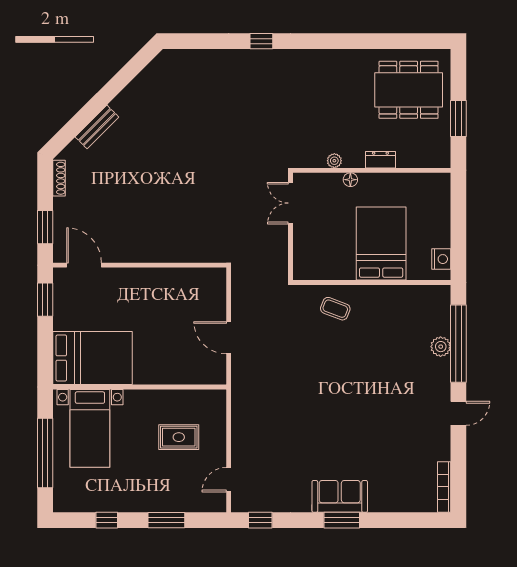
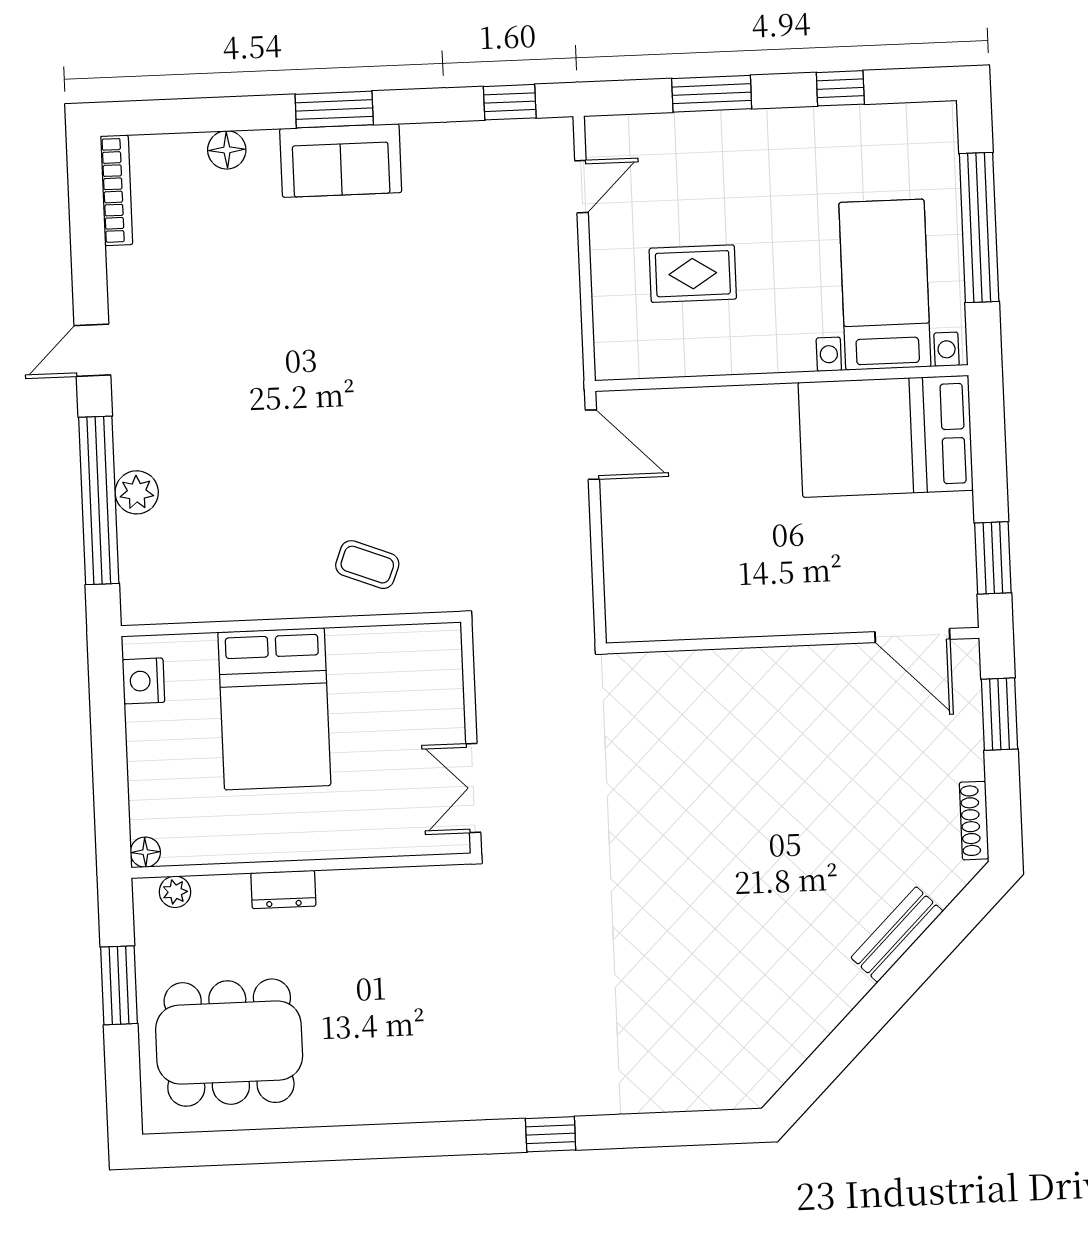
plant: (334, 161) -> (175, 892), moved
floor lamp: (350, 180) -> (145, 852), moved
double door: (291, 203) -> (473, 788), swing flipped
door: (229, 338) -> (592, 445), moved
floor lamp: (392, 504) -> (227, 150), added

